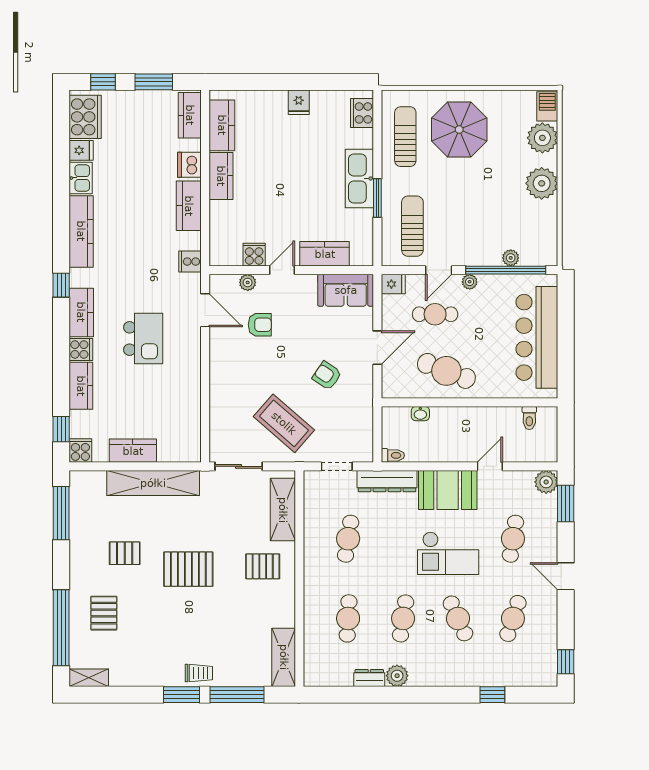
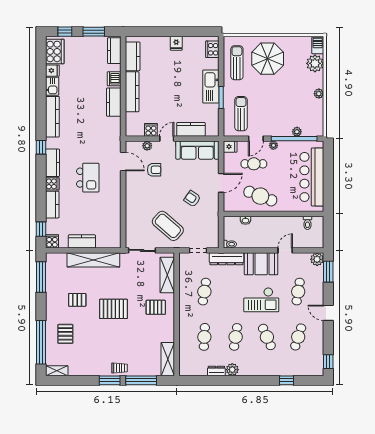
kitchen counter: (221, 176) -> (132, 92), width x1.50
plant: (542, 183) -> (319, 94), width x0.53, depth x0.53
cooker: (190, 262) -> (114, 134), removed
sofa: (346, 290) -> (197, 150), width x1.36

